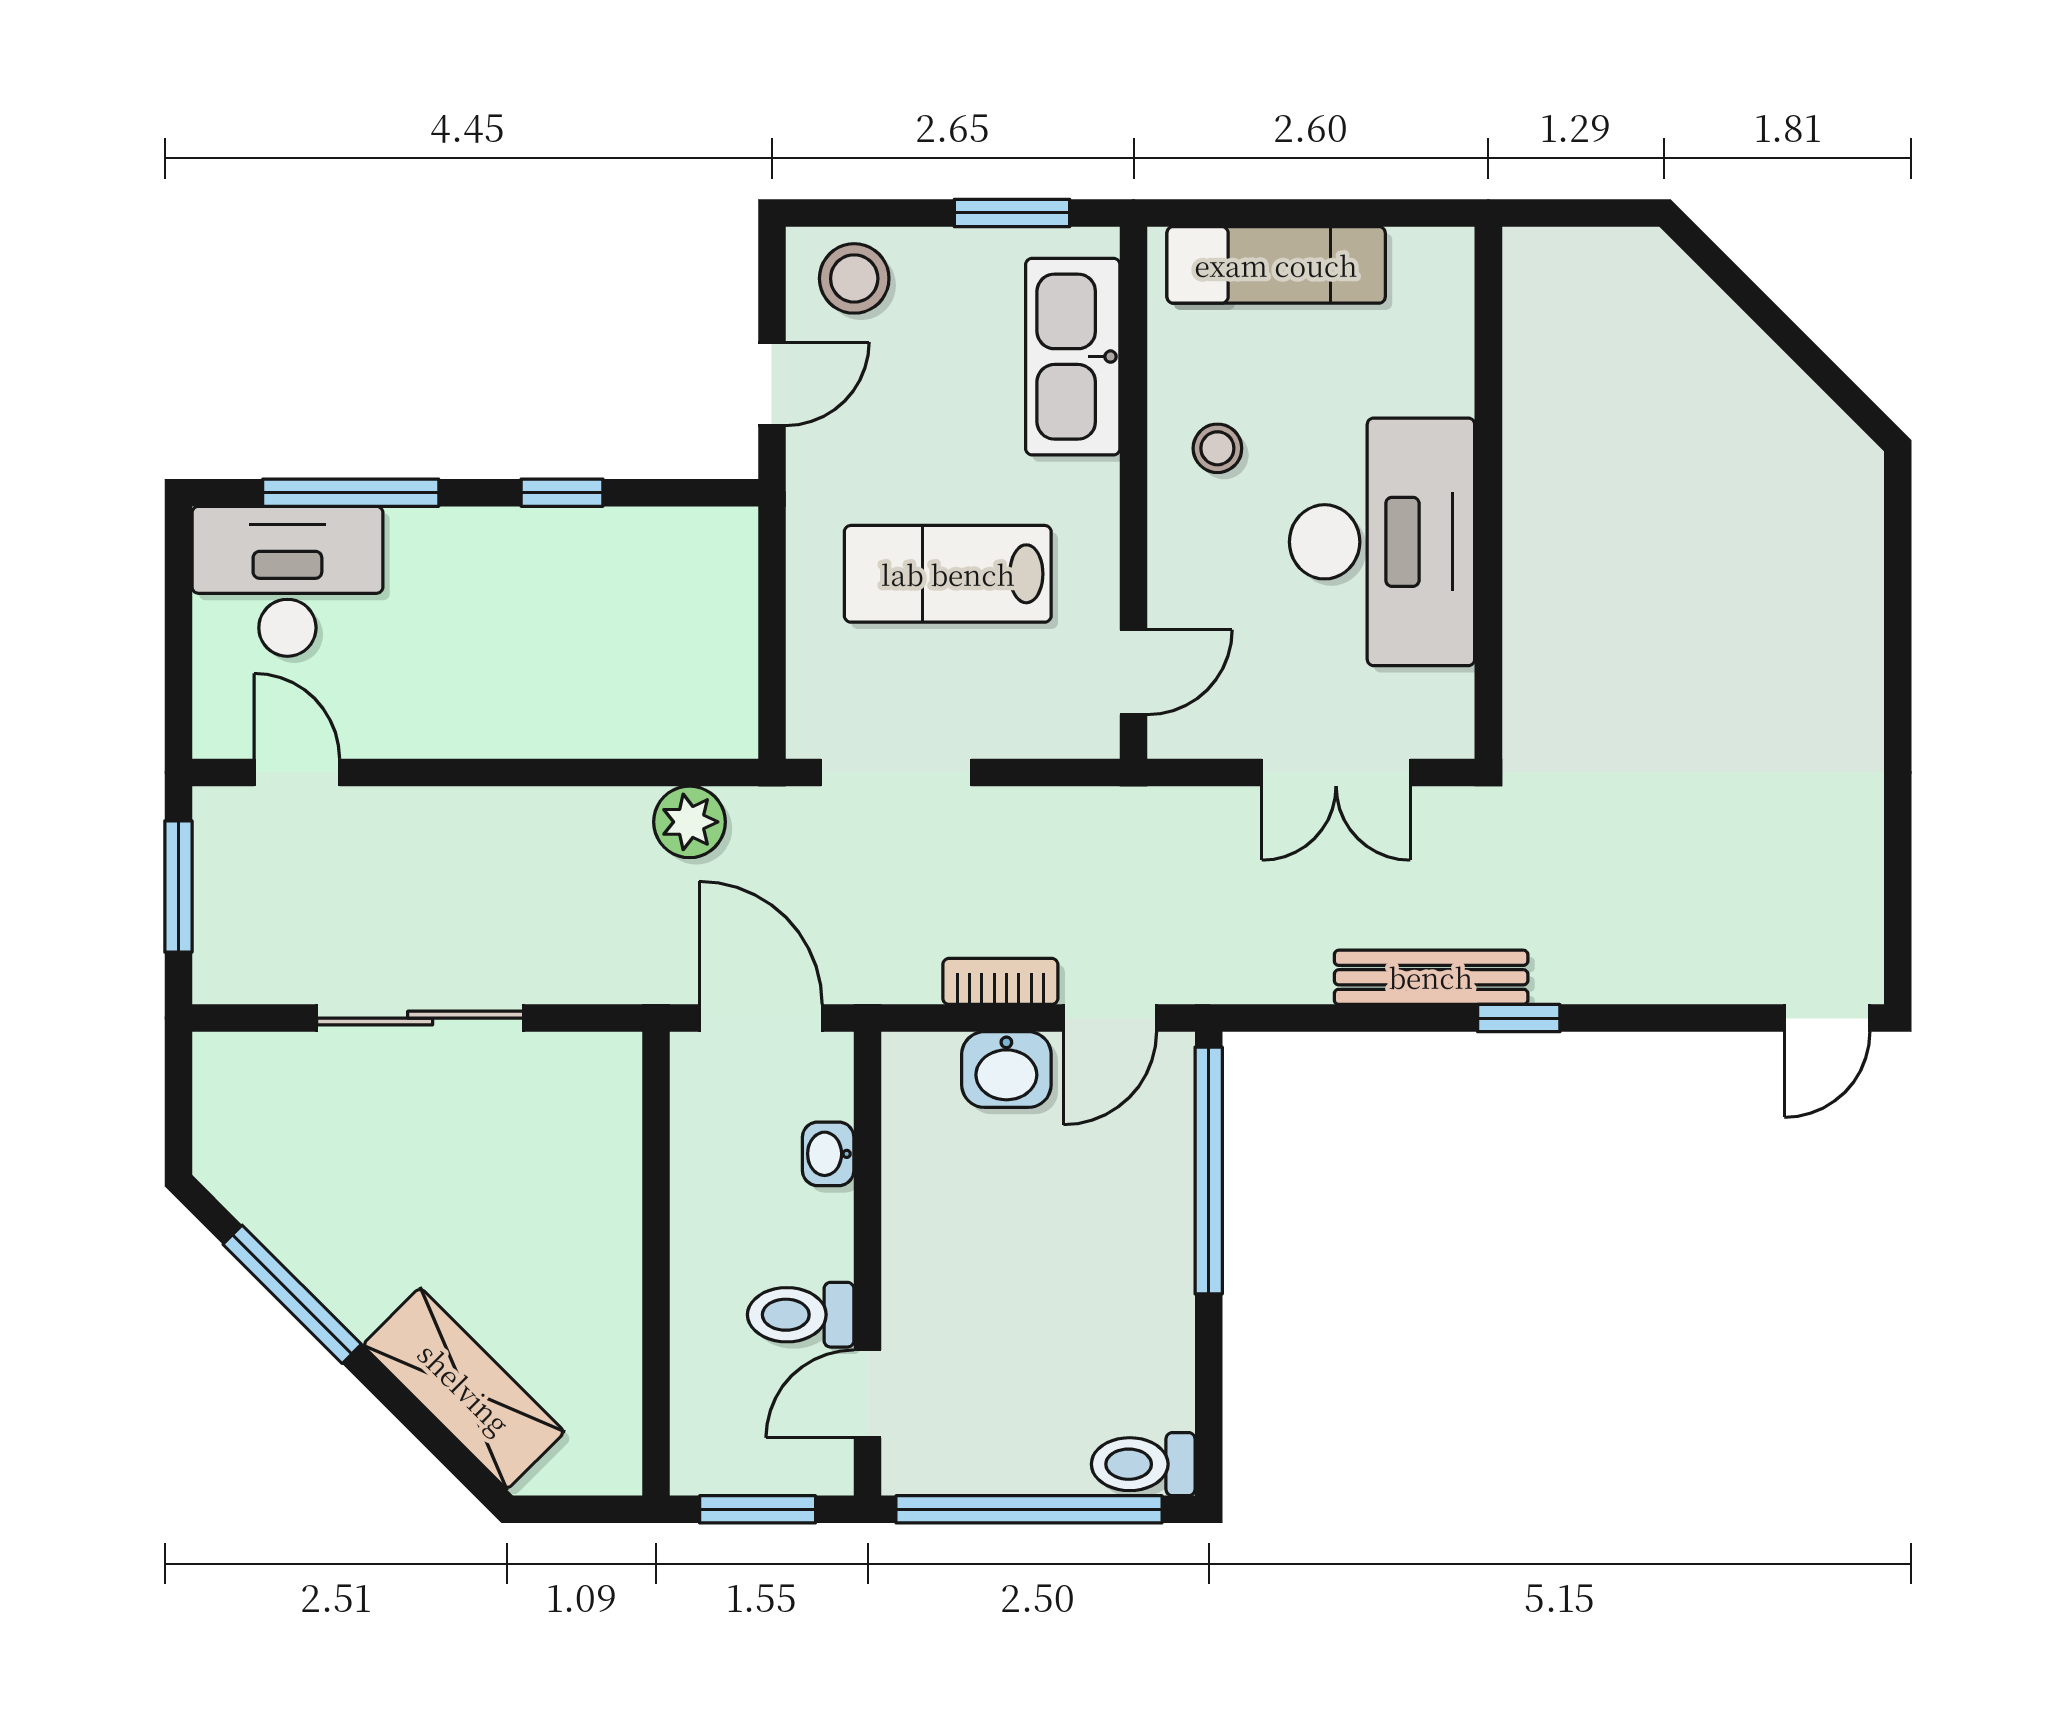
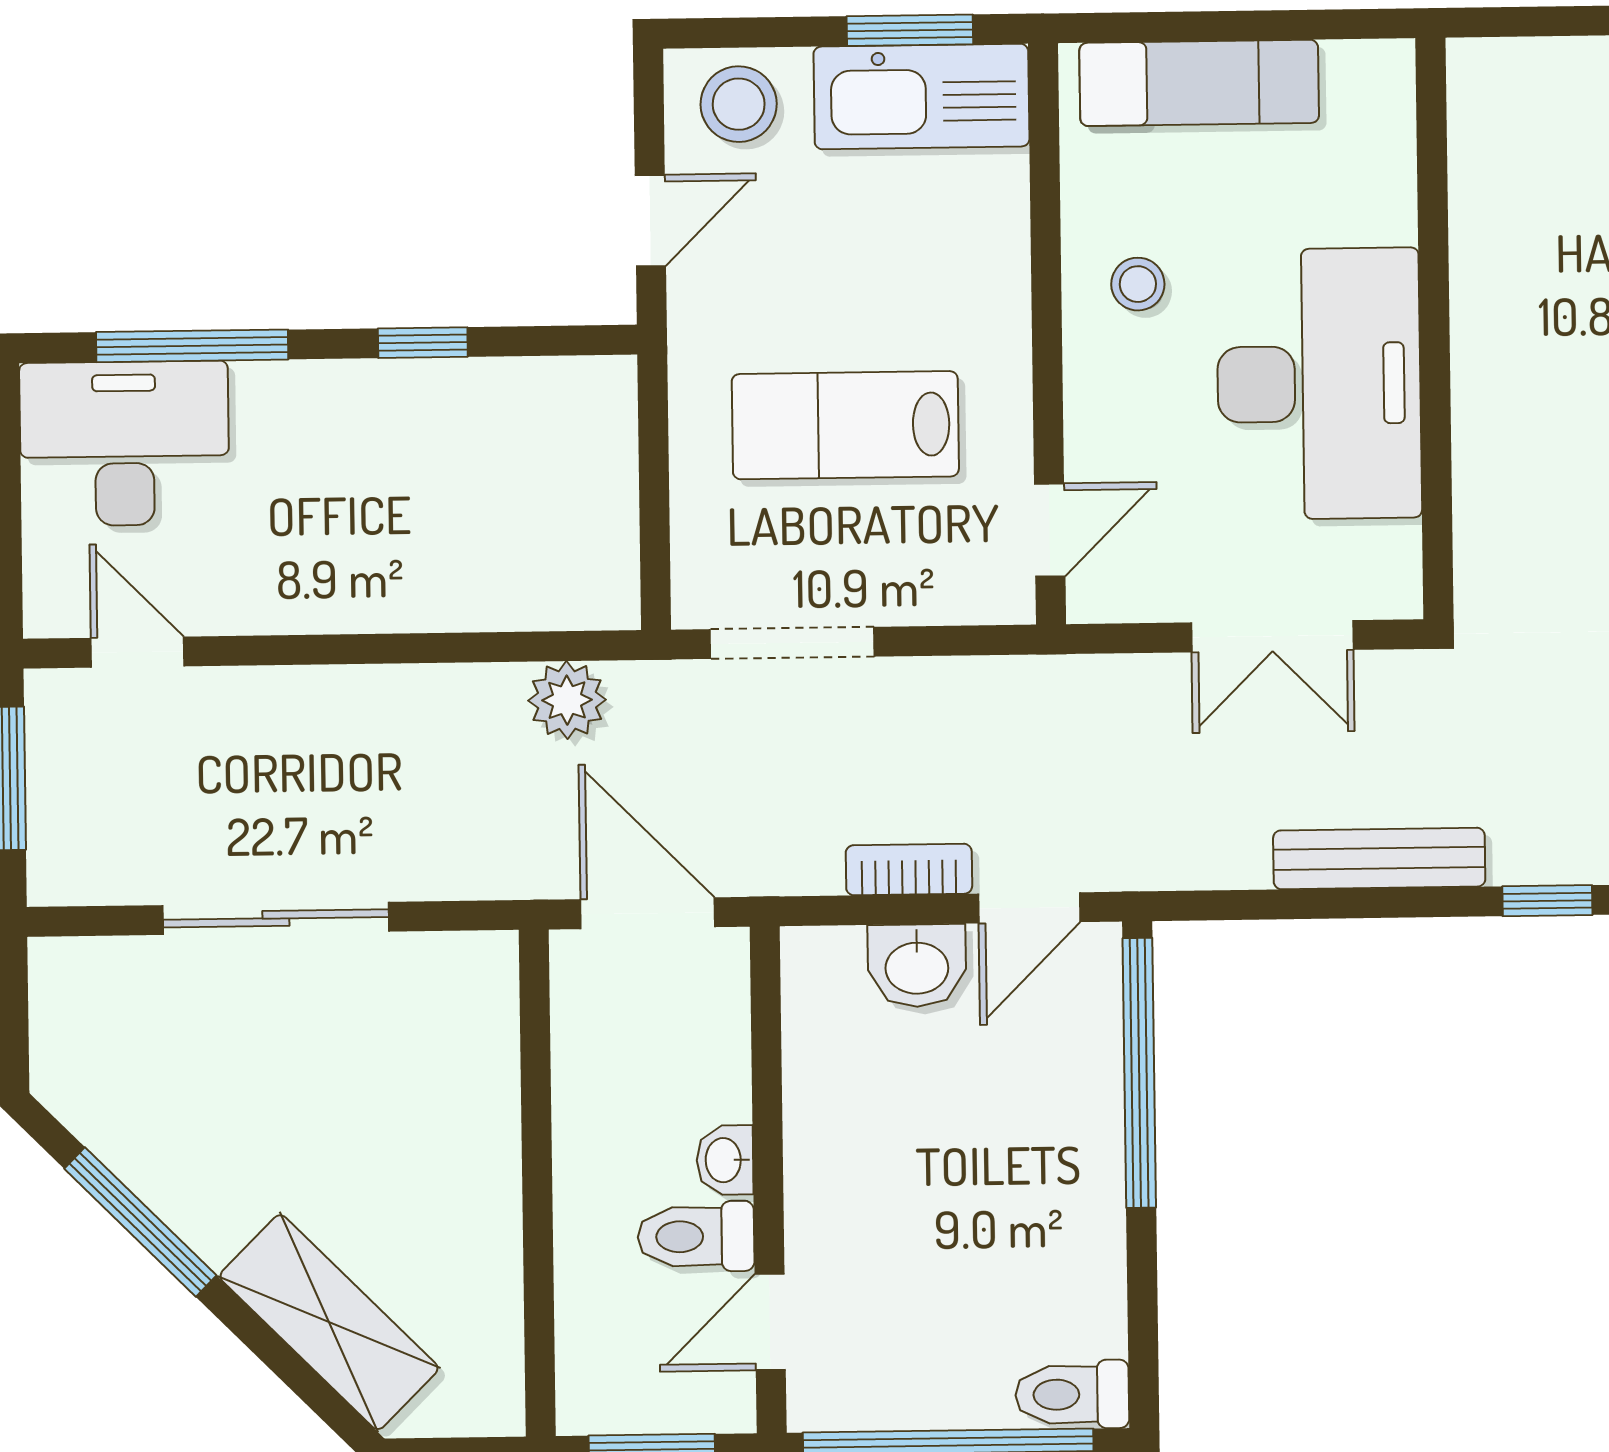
kitchen sink: (1073, 357) -> (921, 97), moved, turned -90
window: (1519, 1018) -> (1547, 901), moved
washbasin: (828, 1154) -> (725, 1160), moved

